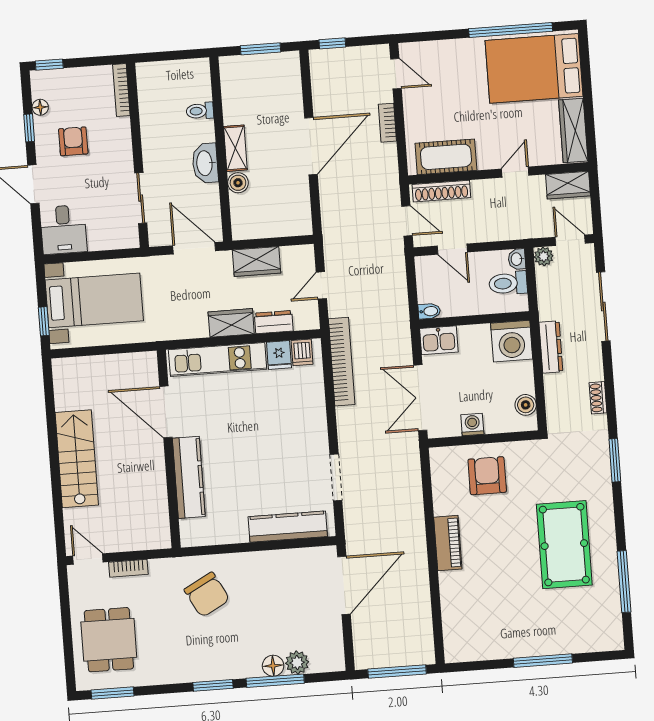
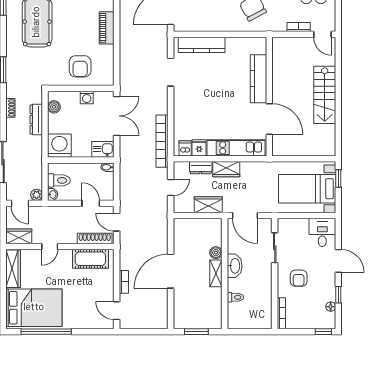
window: (332, 43) -> (153, 332), removed
armchair: (73, 141) -> (299, 278), moved
dresser: (551, 347) -> (36, 120), moved

